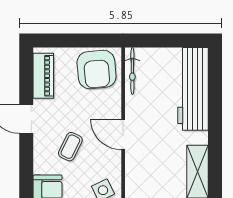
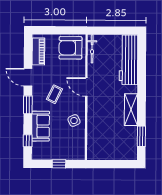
armchair: (97, 69) -> (70, 48), turned 95
window: (26, 165) -> (28, 105), added

